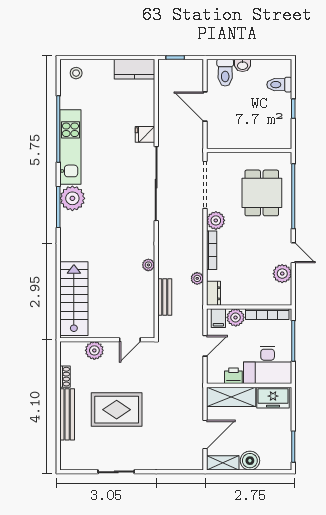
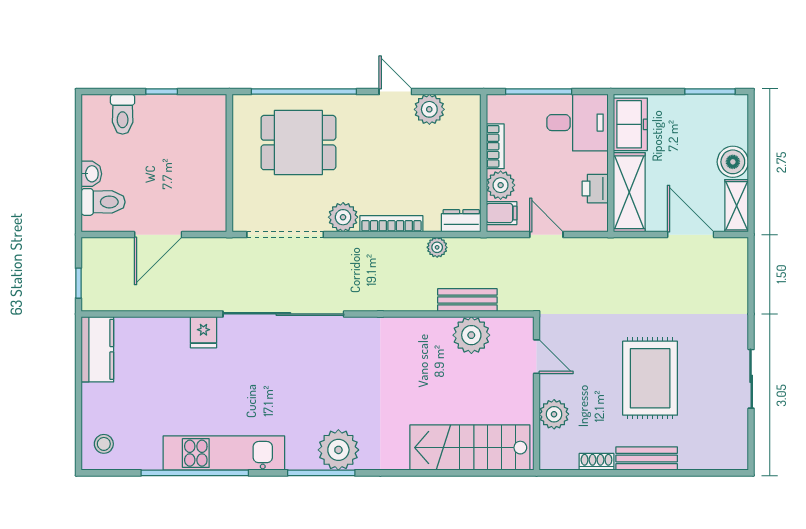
plant: (72, 198) -> (338, 450), moved
door: (293, 253) -> (395, 92), hinge flipped
plant: (148, 265) -> (471, 335), moved, width x1.88, depth x1.88
bookcase: (267, 314) -> (495, 146), width x0.64
desk: (268, 365) -> (577, 123), width x0.73
bench: (67, 414) -> (647, 459), width x0.73

